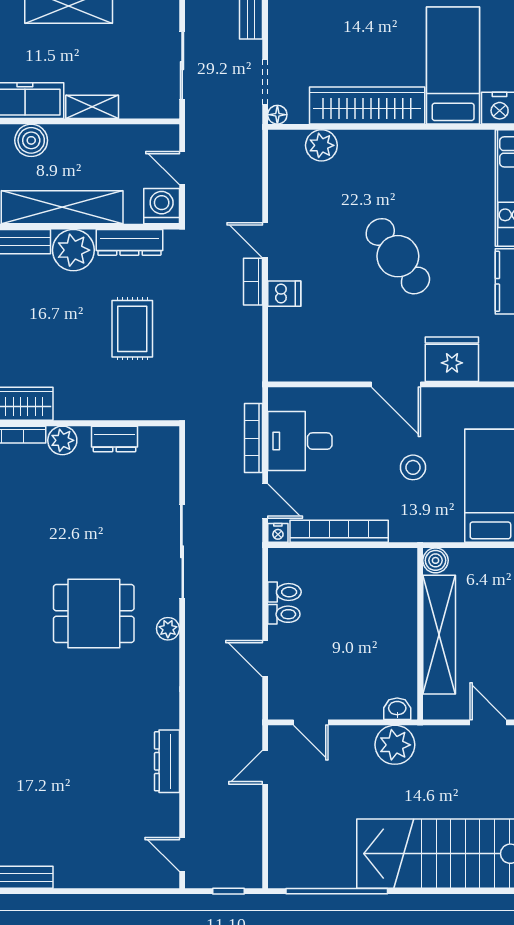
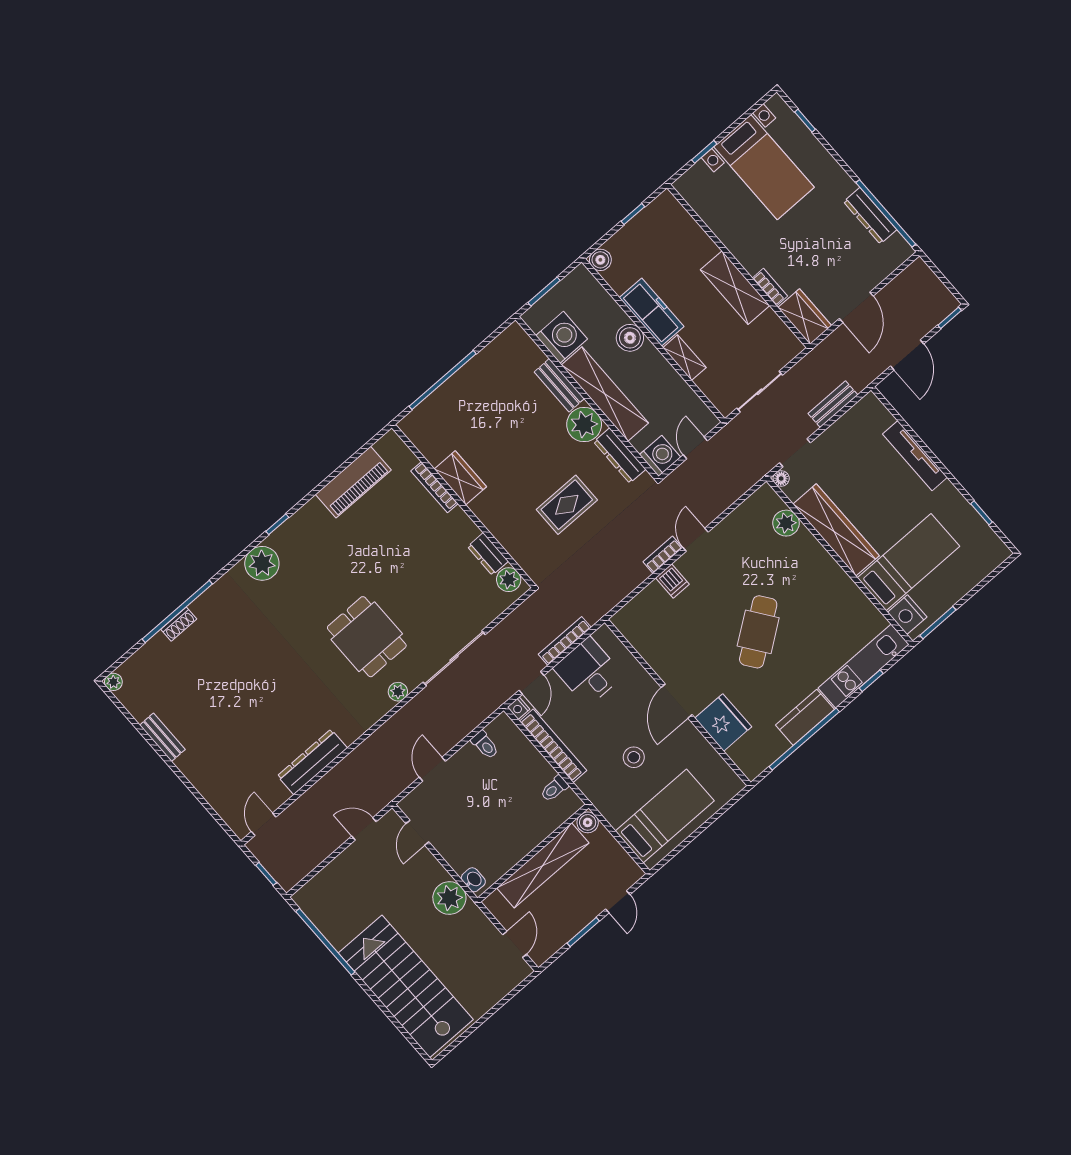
plant: (62, 440) -> (509, 580), moved
toilet: (284, 614) -> (554, 789), moved, turned 90
dresser: (167, 761) -> (312, 762), width x1.37, depth x1.24

